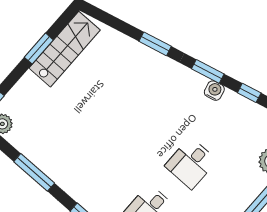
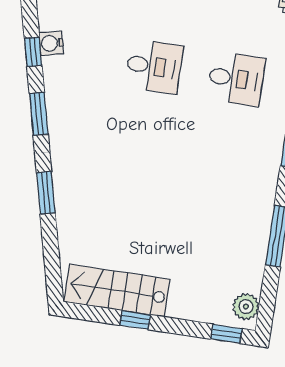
window: (39, 49) -> (135, 320), width x0.67
water cooler: (214, 91) -> (51, 43), moved

